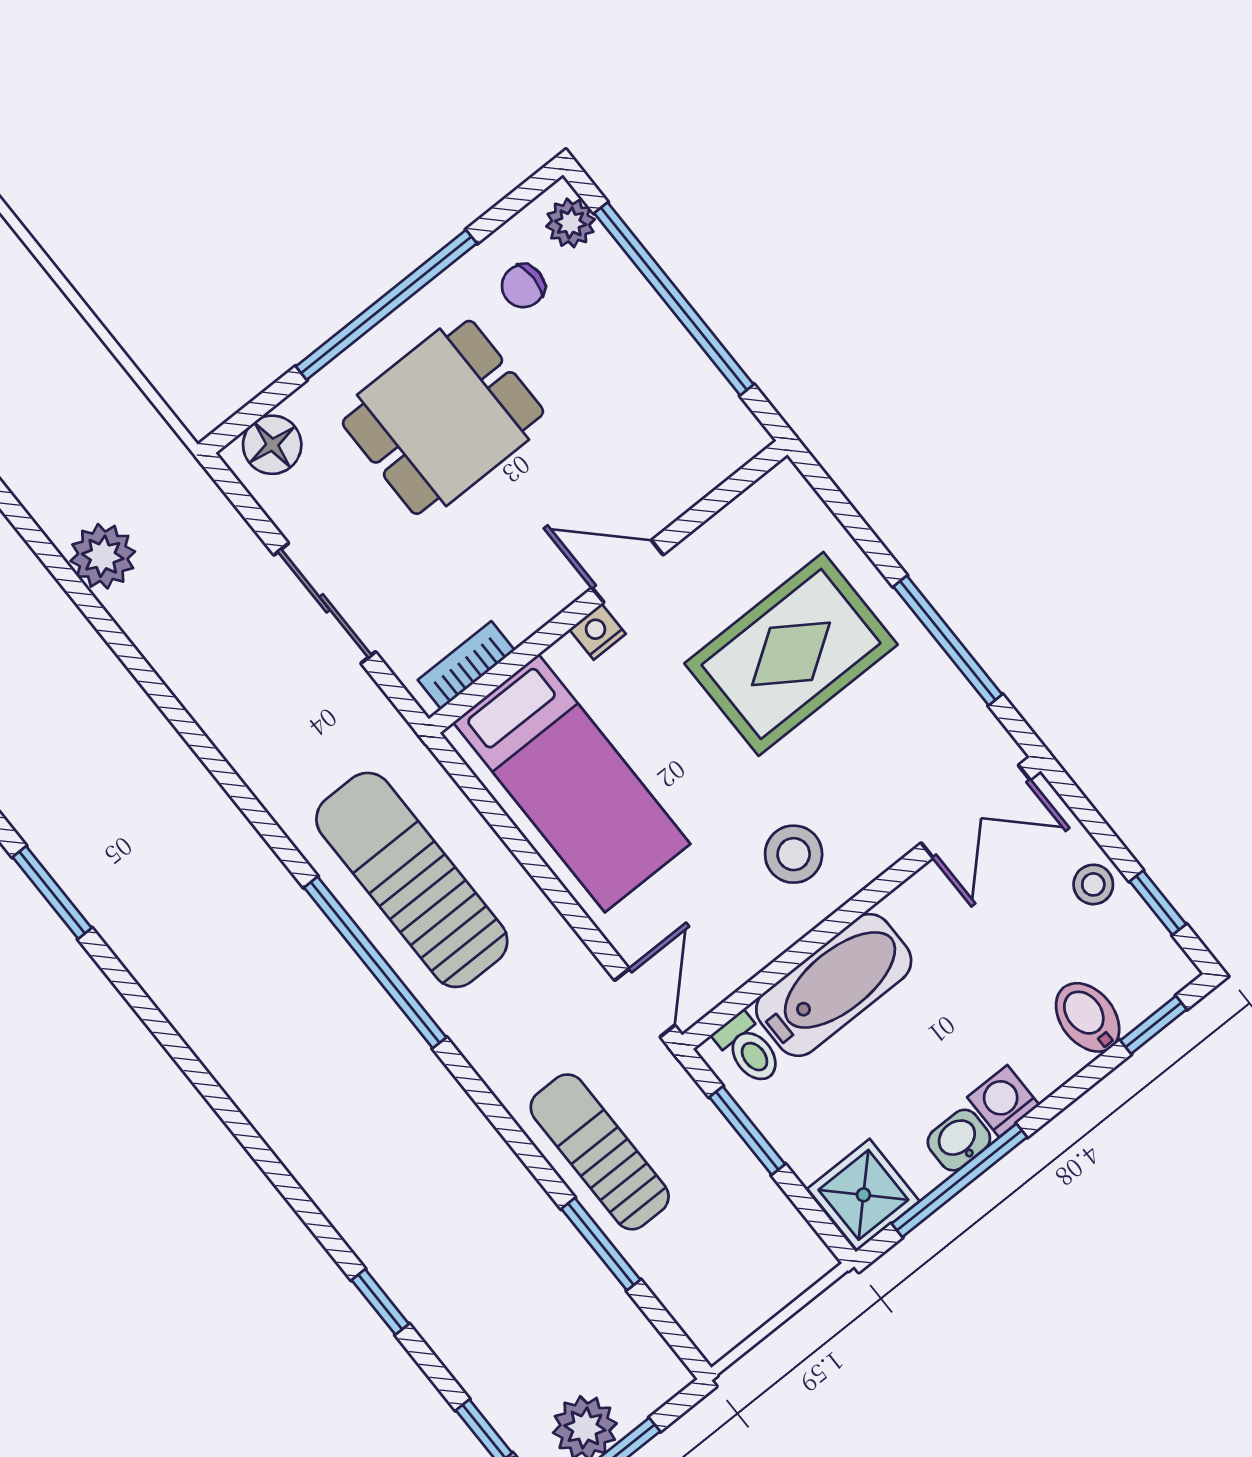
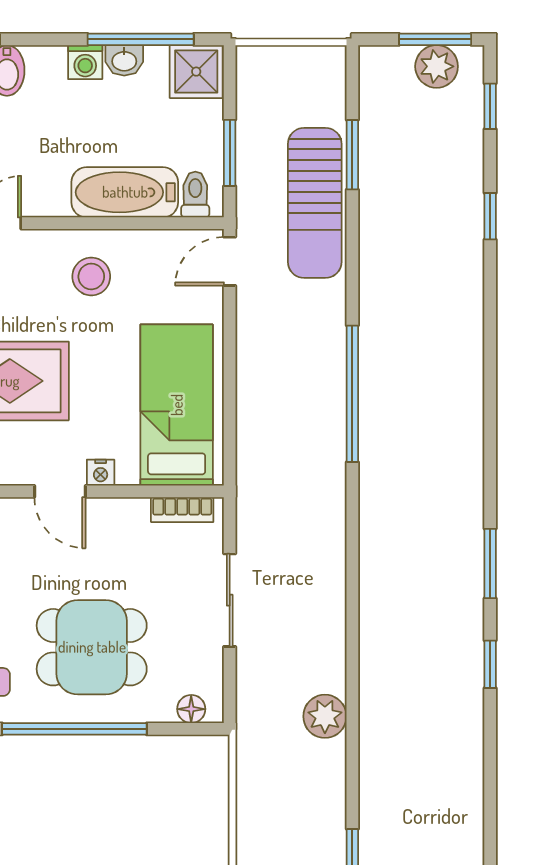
floor lamp: (272, 445) -> (191, 709), width x0.73, depth x0.73
sun lounger: (412, 880) -> (299, 421), removed
sun lounger: (600, 1152) -> (315, 203), width x1.36, depth x1.34

